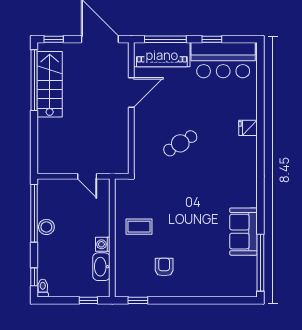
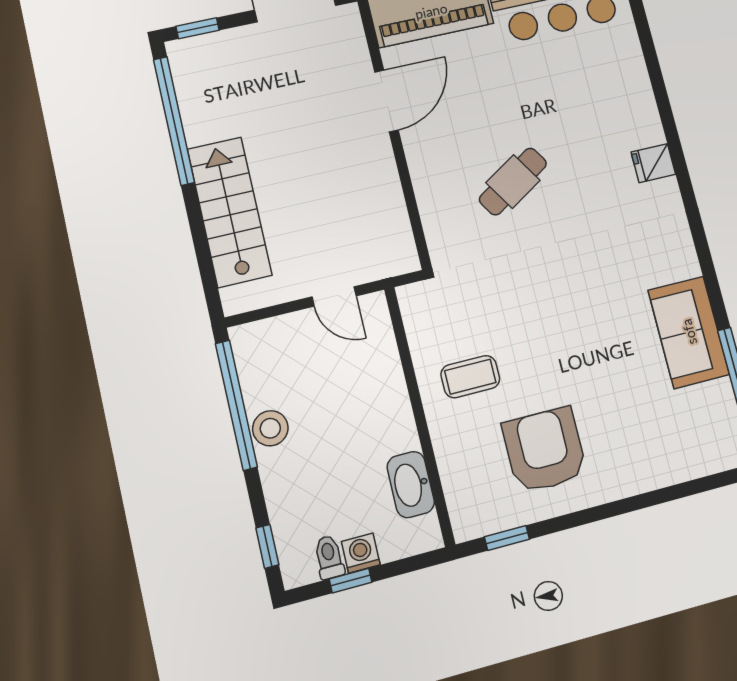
stairs: (50, 84) -> (230, 212), moved
fridge: (248, 128) -> (653, 163), moved
washing machine: (103, 244) -> (361, 553), moved, turned 90
armchair: (164, 267) -> (545, 450), width x1.88, depth x1.88
toilet: (43, 288) -> (329, 557), moved
window: (88, 300) -> (351, 581), moved

